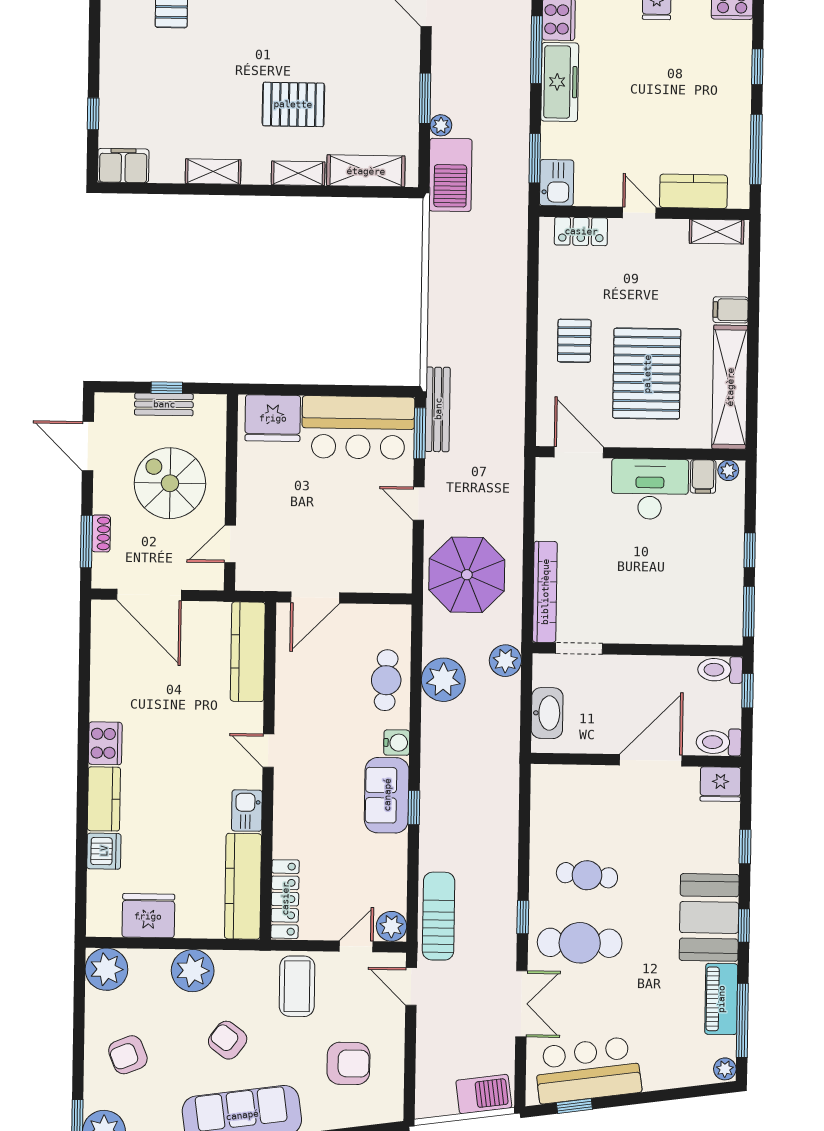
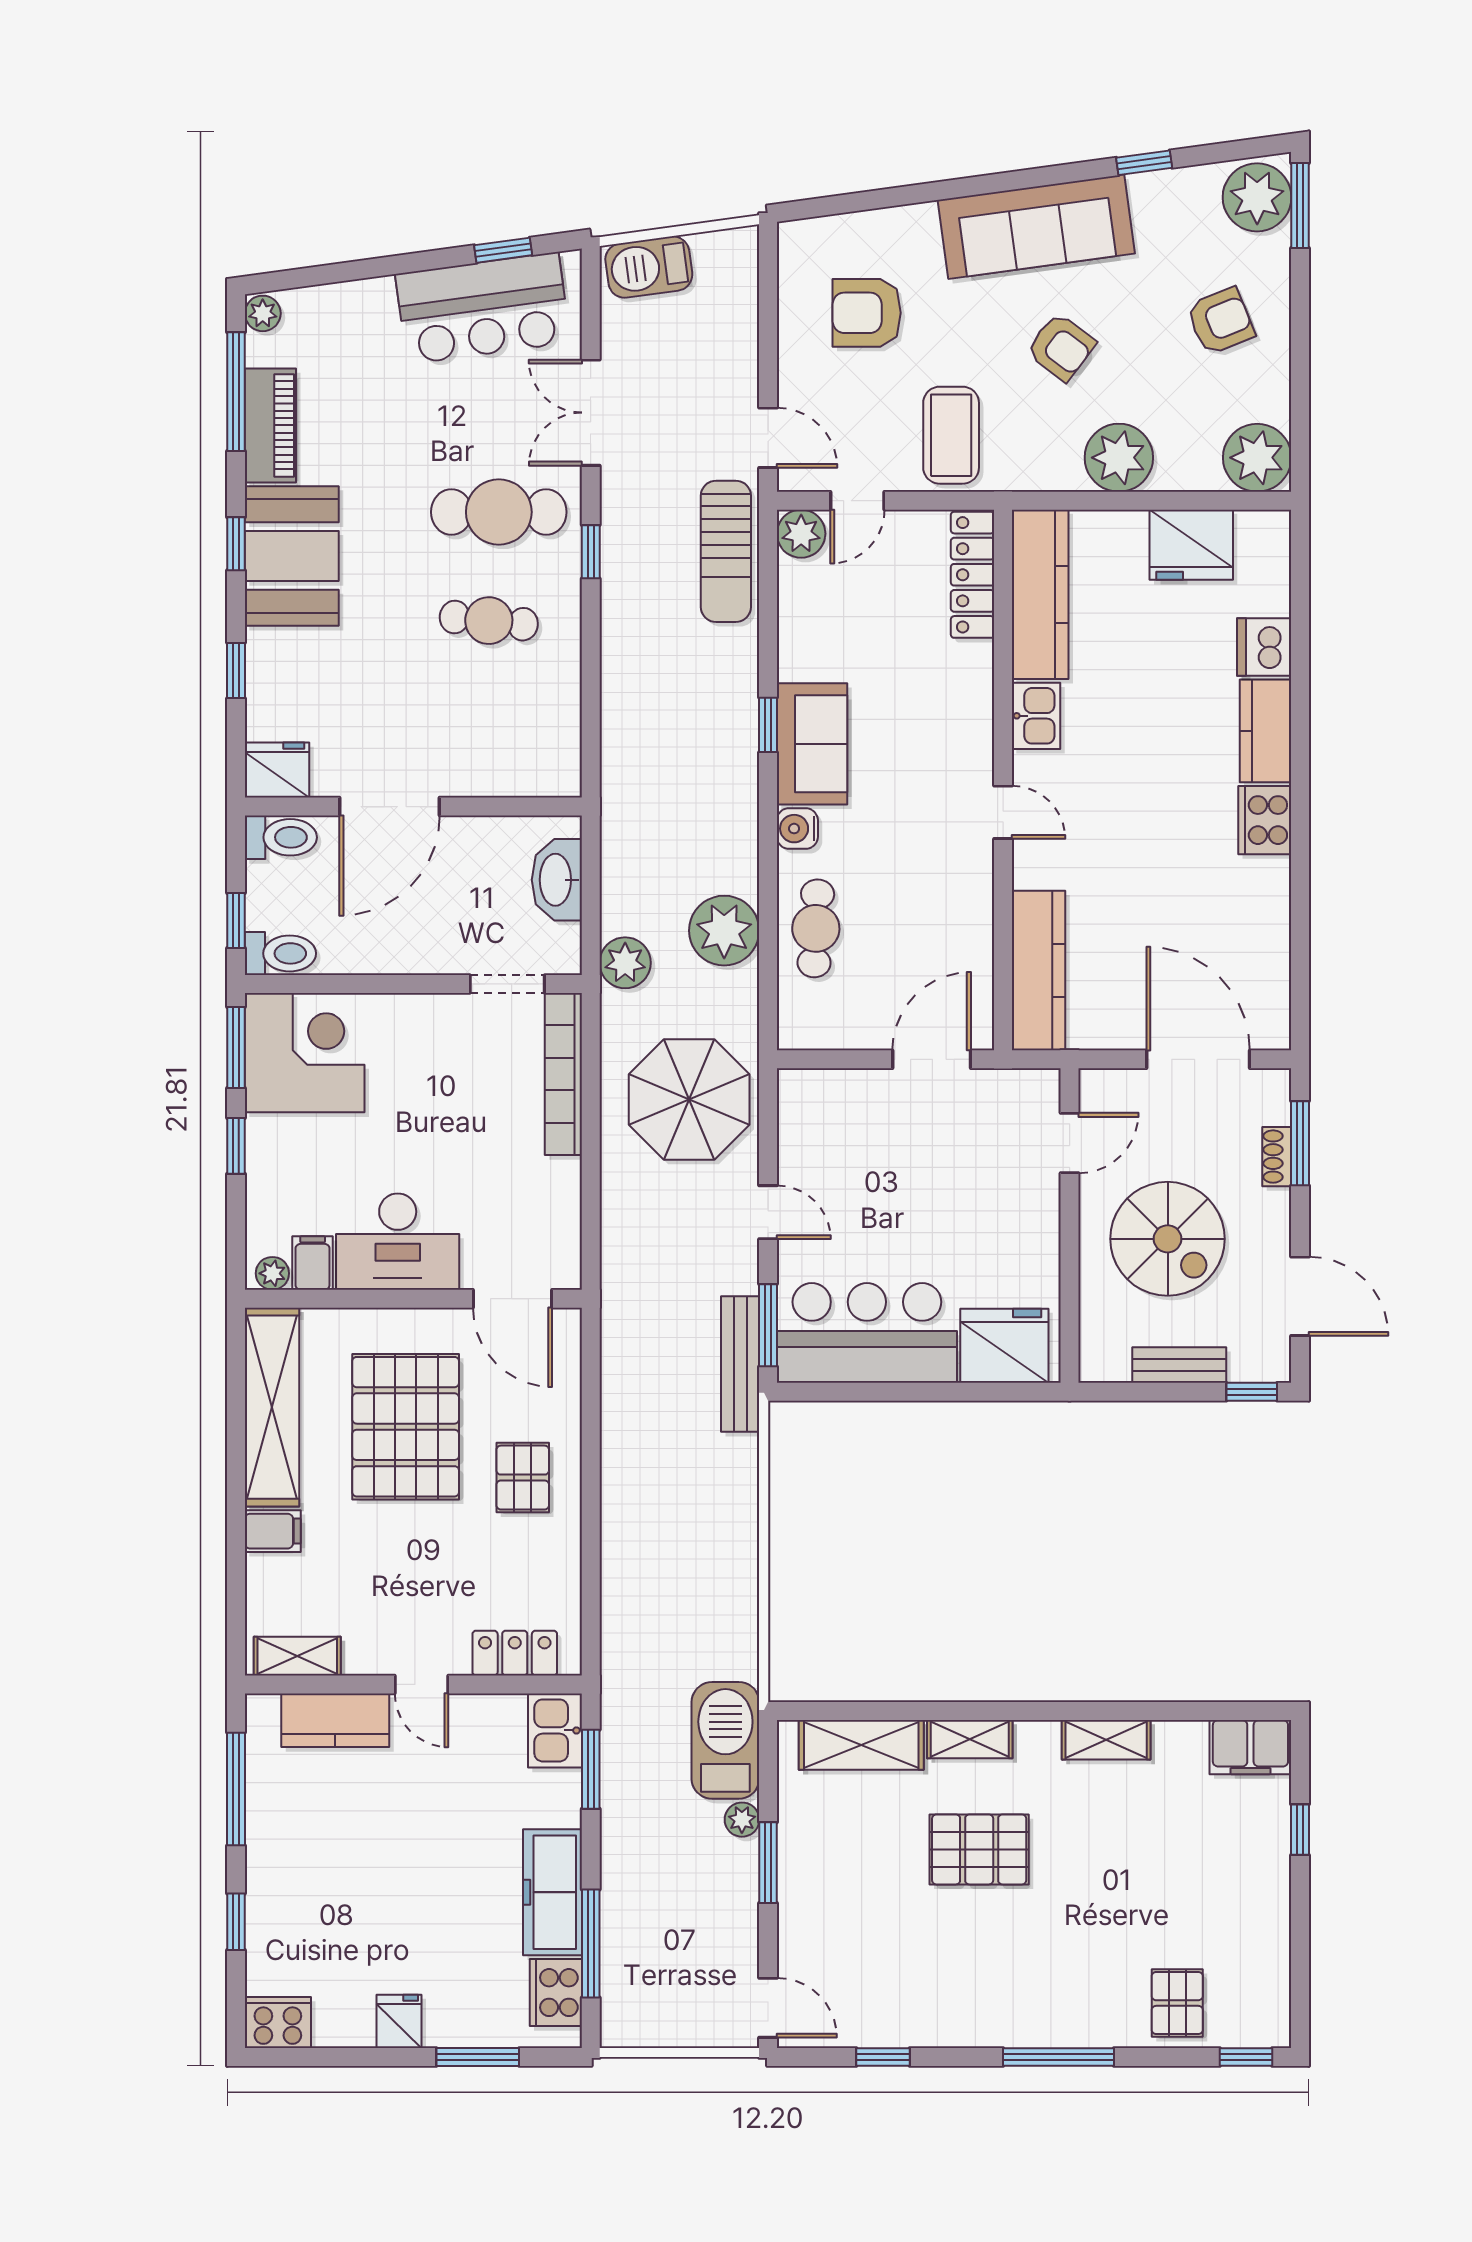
window: (167, 388) -> (1252, 1392), moved
corner desk: (706, 608) -> (305, 1053), added

